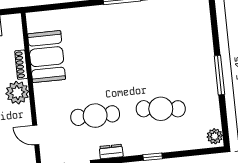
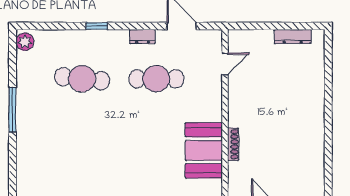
plant: (17, 93) -> (241, 113), removed
door: (36, 135) -> (225, 64), hinge flipped

